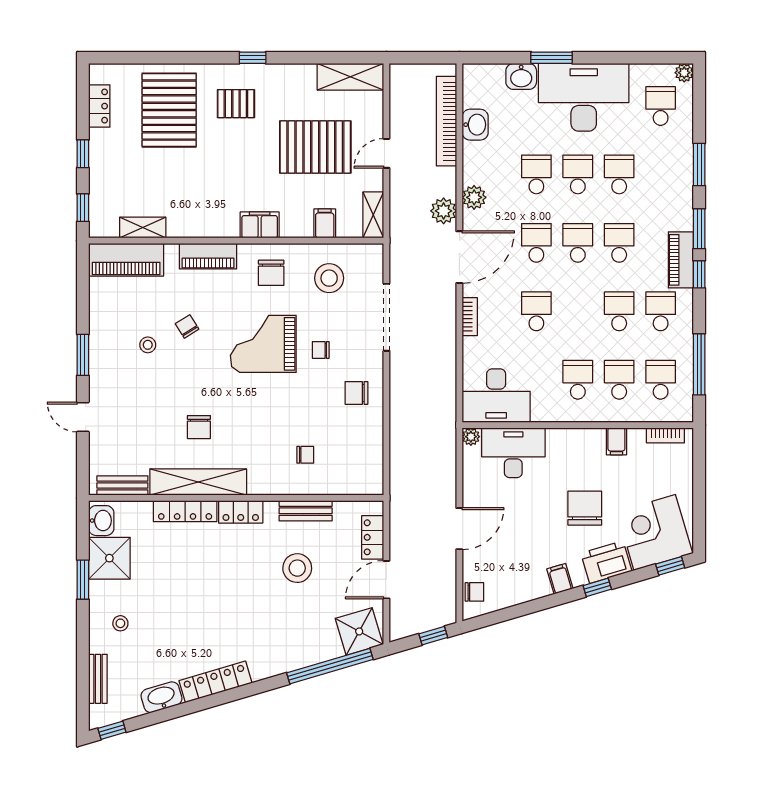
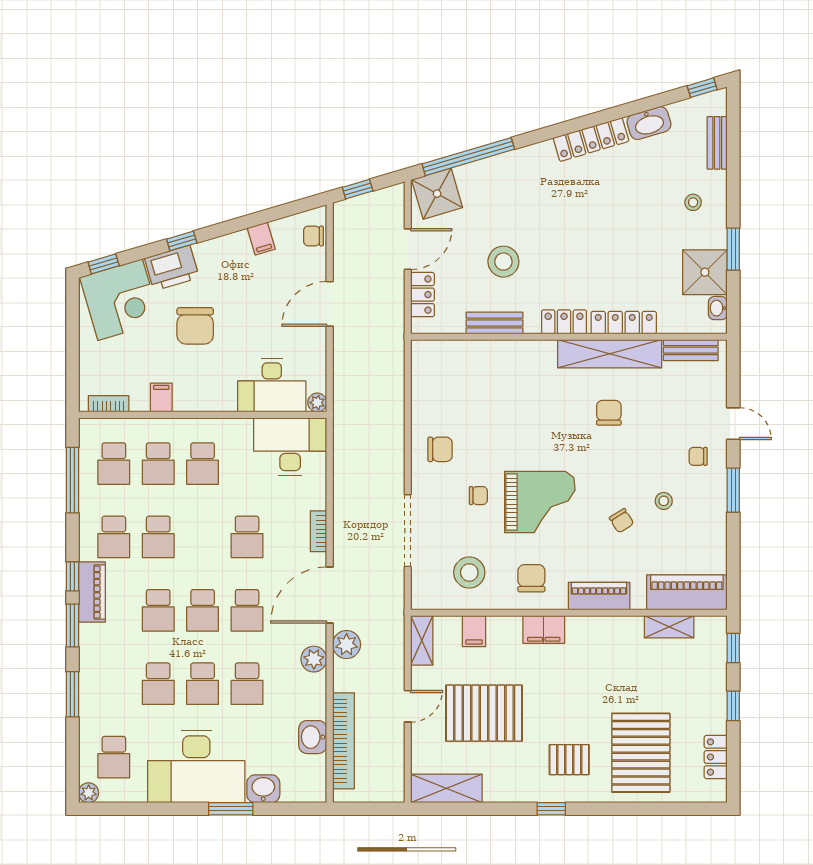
chair: (305, 455) -> (698, 456), moved
washbasin: (101, 521) -> (718, 308), width x0.72, depth x0.69
filing cabinet: (560, 579) -> (261, 239), moved

